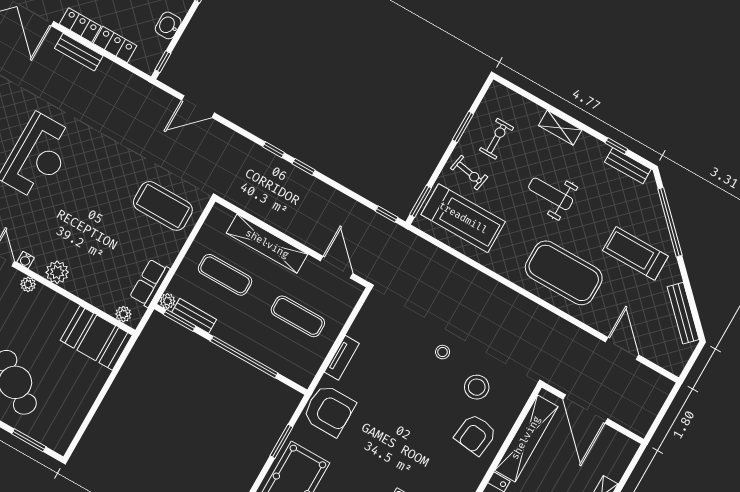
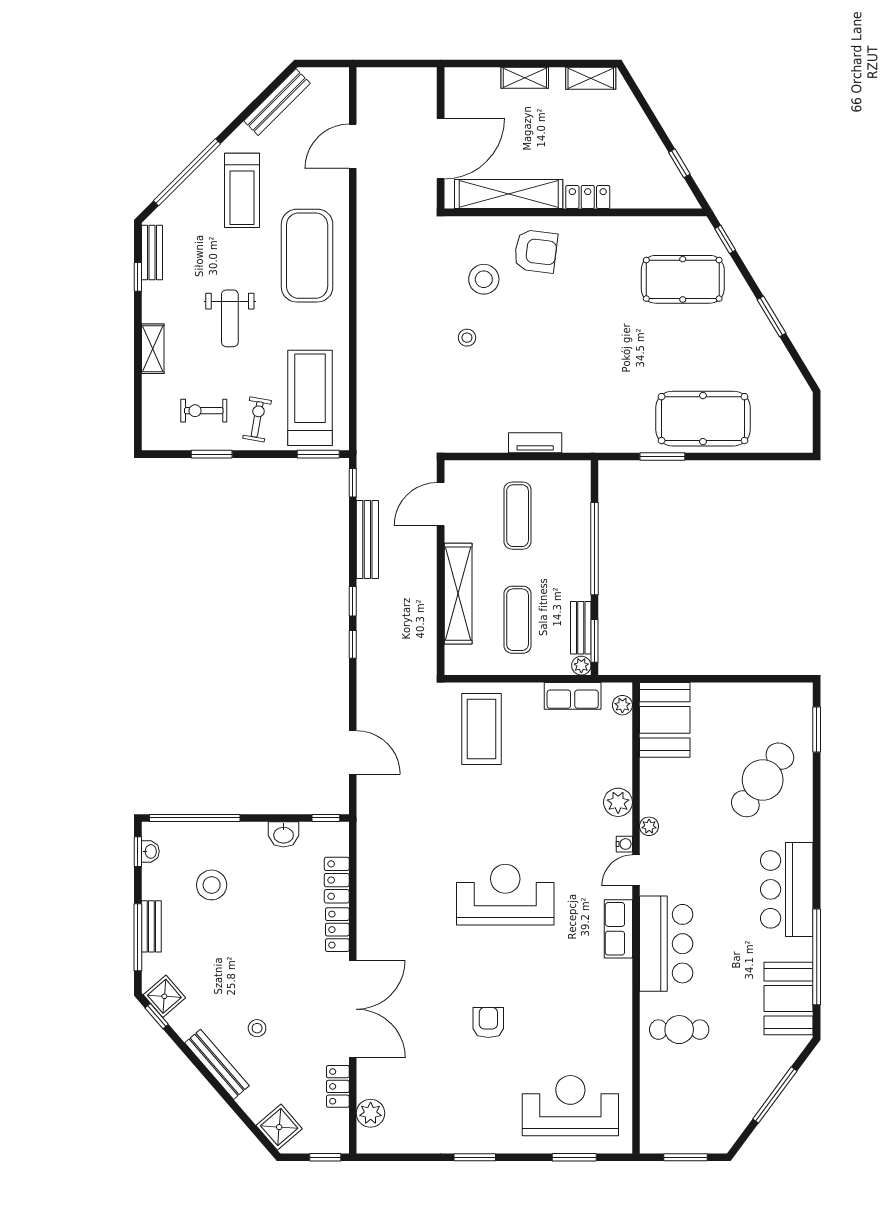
bench: (79, 52) -> (367, 540), moved, width x1.36
armchair: (329, 410) -> (600, 424), removed

